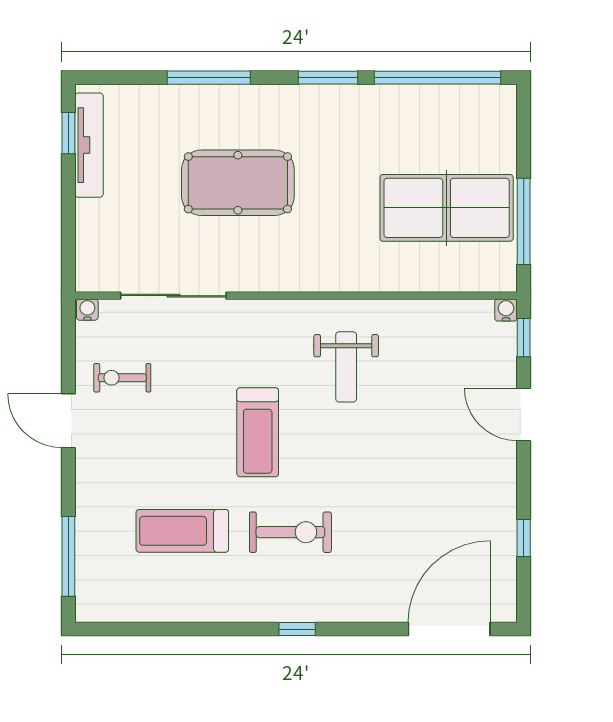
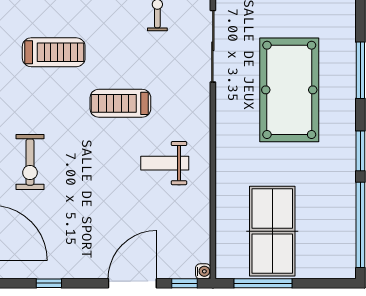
pool table: (238, 183) -> (289, 90), width x1.36, depth x1.32
door: (524, 415) -> (132, 283), width x1.36
treadmill: (182, 531) -> (54, 52), turned 90
exercise bike: (290, 532) -> (30, 162), moved

